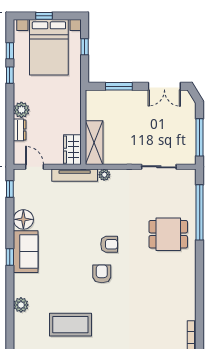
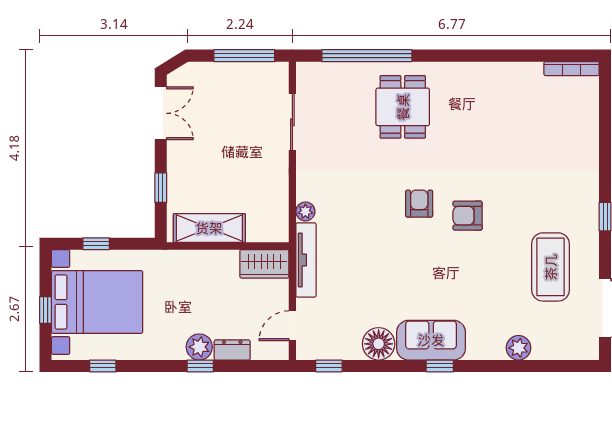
window: (10, 75) -> (200, 366), moved
window: (119, 86) -> (161, 188), width x0.67
shelving: (94, 143) -> (209, 228), moved

